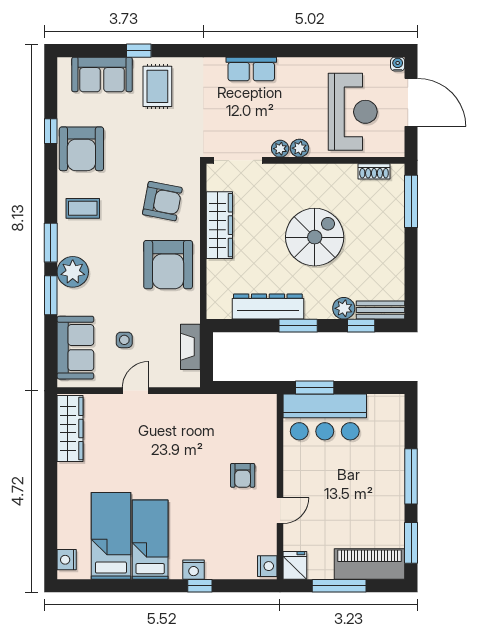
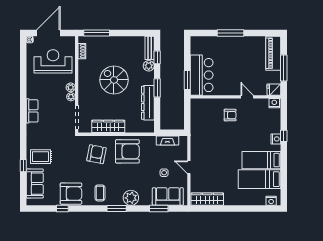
window: (51, 295) -> (159, 208), moved
window: (411, 543) -> (263, 33), removed

